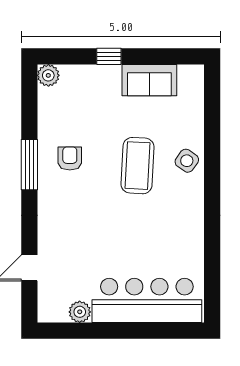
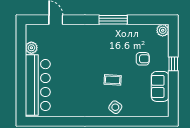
armchair: (70, 158) -> (143, 59), moved
coffee table: (138, 166) -> (113, 80), width x0.54, depth x0.58

